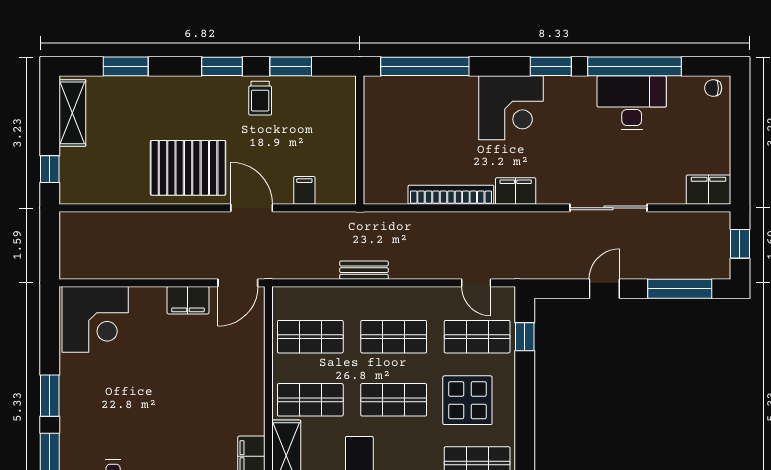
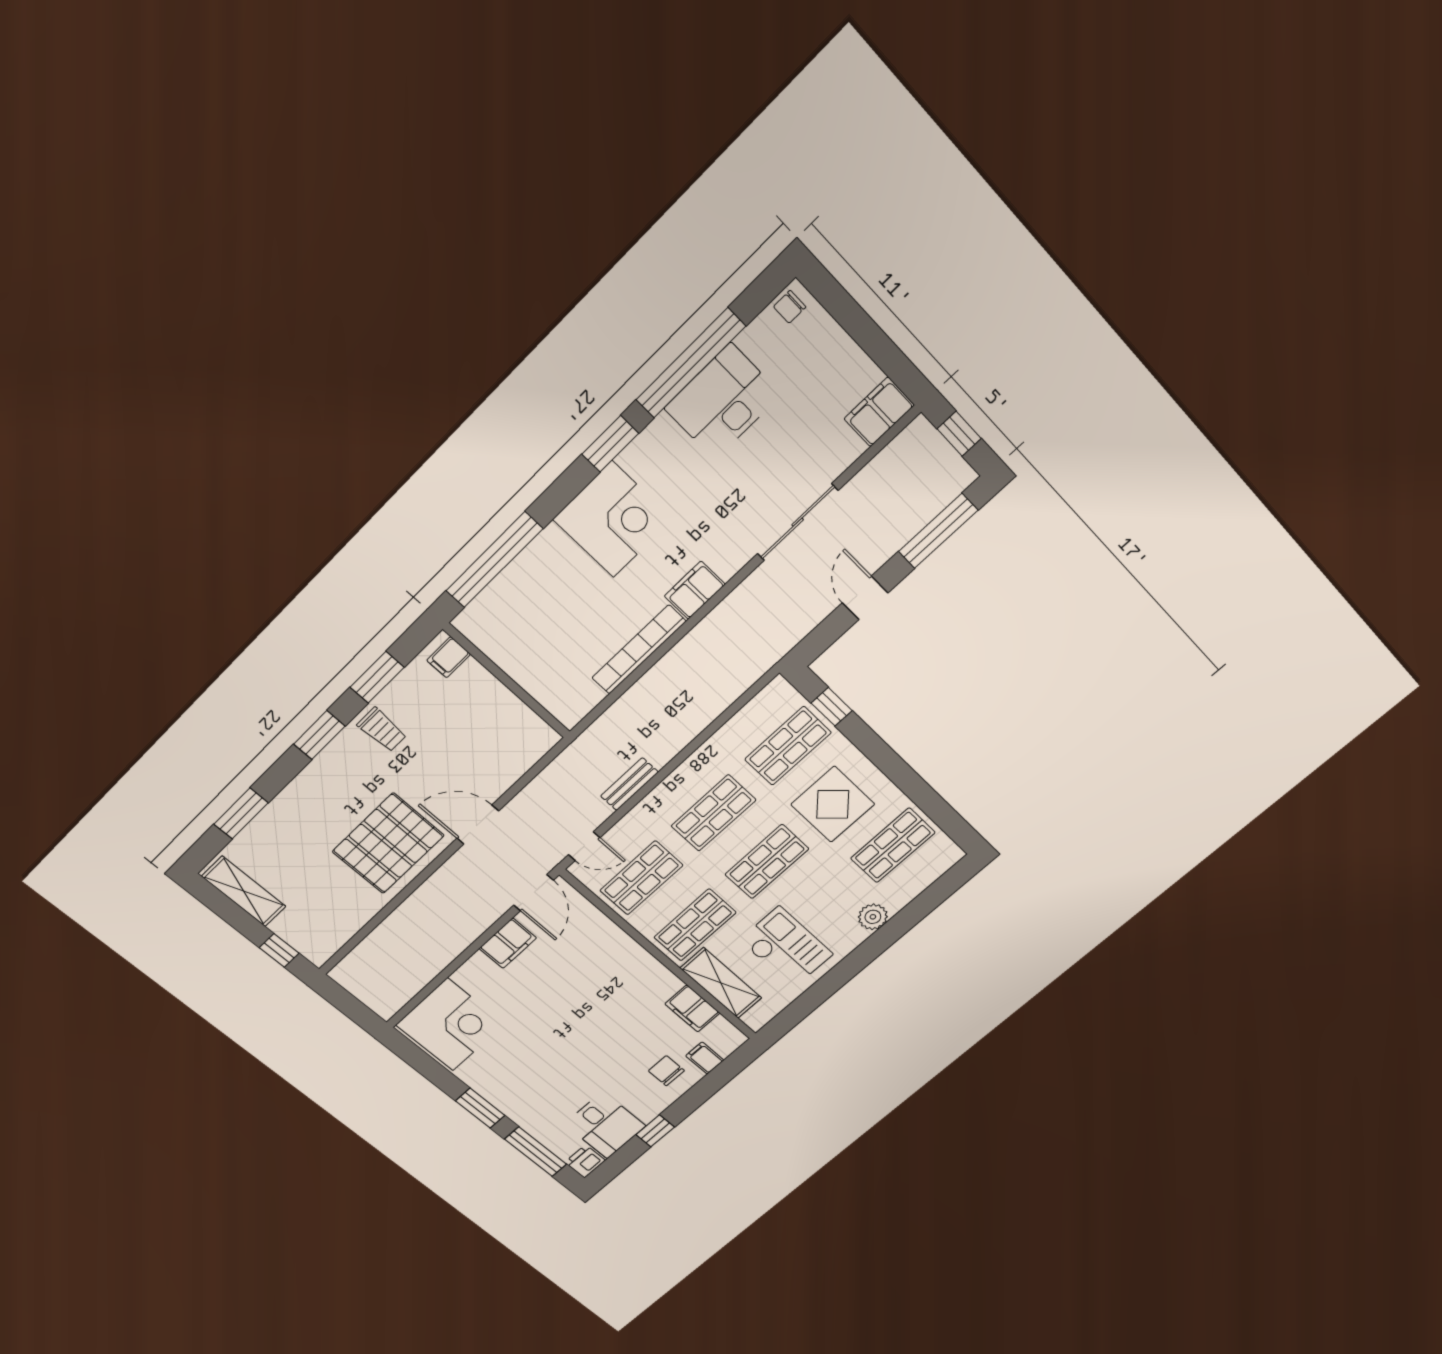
filing cabinet: (304, 190) -> (449, 657), moved, turned -90
door: (476, 283) -> (584, 846), moved

